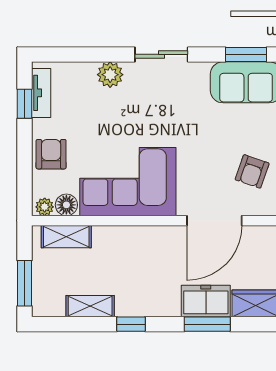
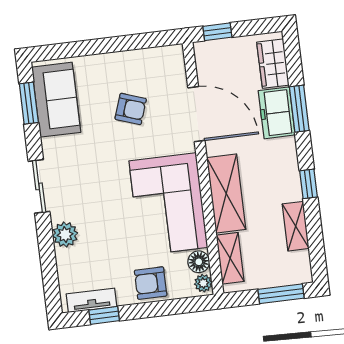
armchair: (252, 171) -> (131, 109), moved
shelving: (131, 241) -> (226, 194), added

